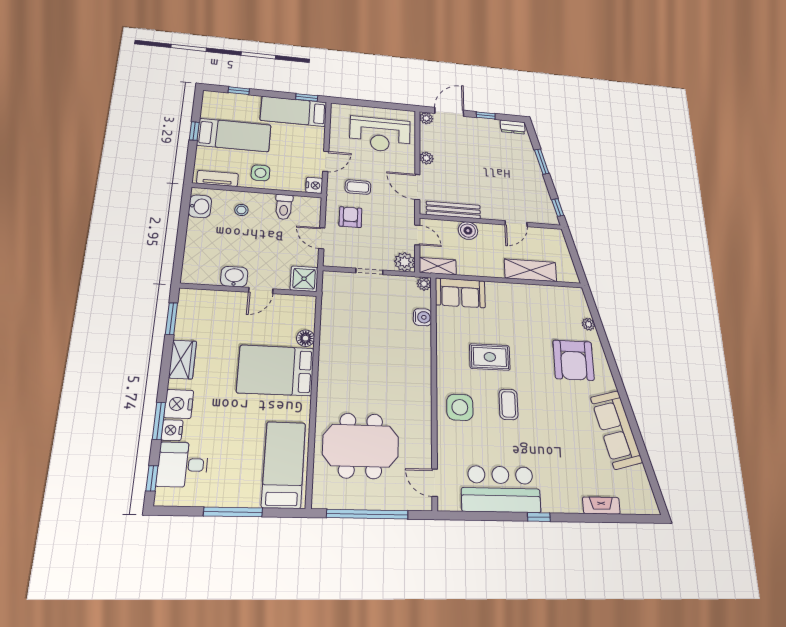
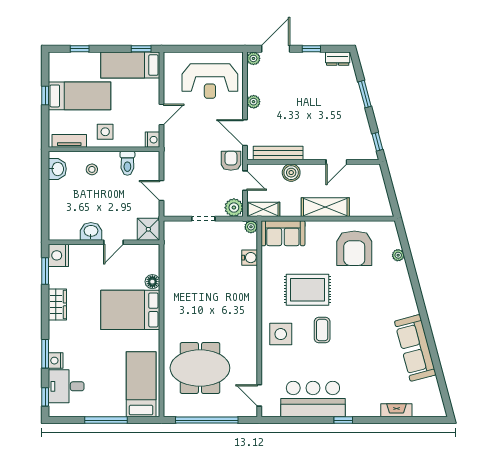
coffee table: (358, 187) -> (191, 138), removed
armchair: (350, 217) -> (231, 161), moved
shelving: (530, 270) -> (325, 207), moved
rug: (490, 357) -> (307, 290), width x1.36, depth x1.43
armchair: (574, 360) -> (354, 248), moved
nightstand: (179, 404) -> (58, 255), moved

